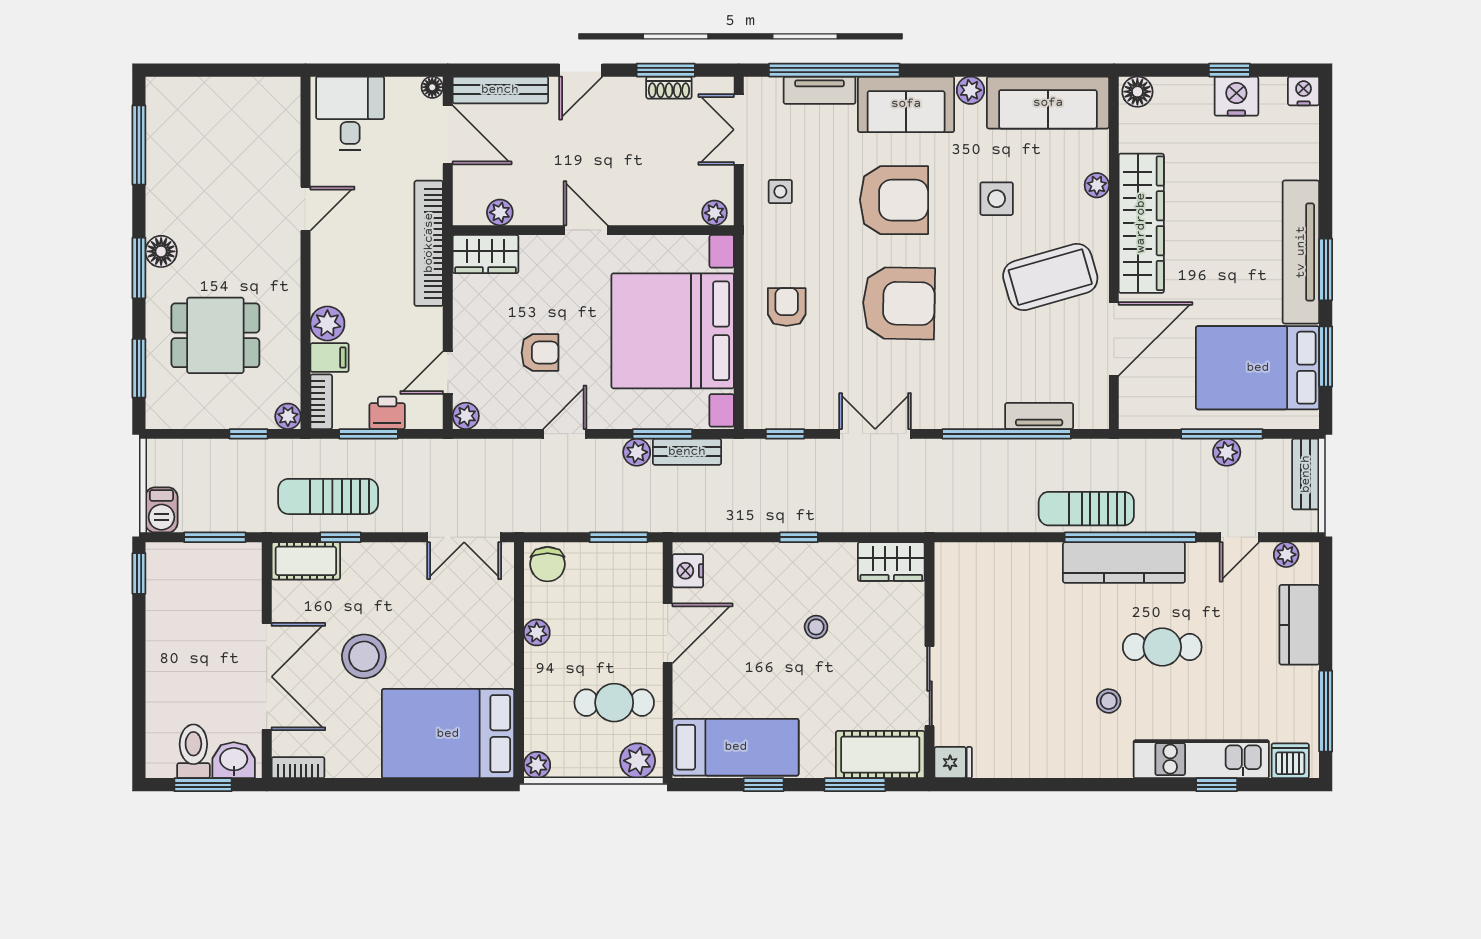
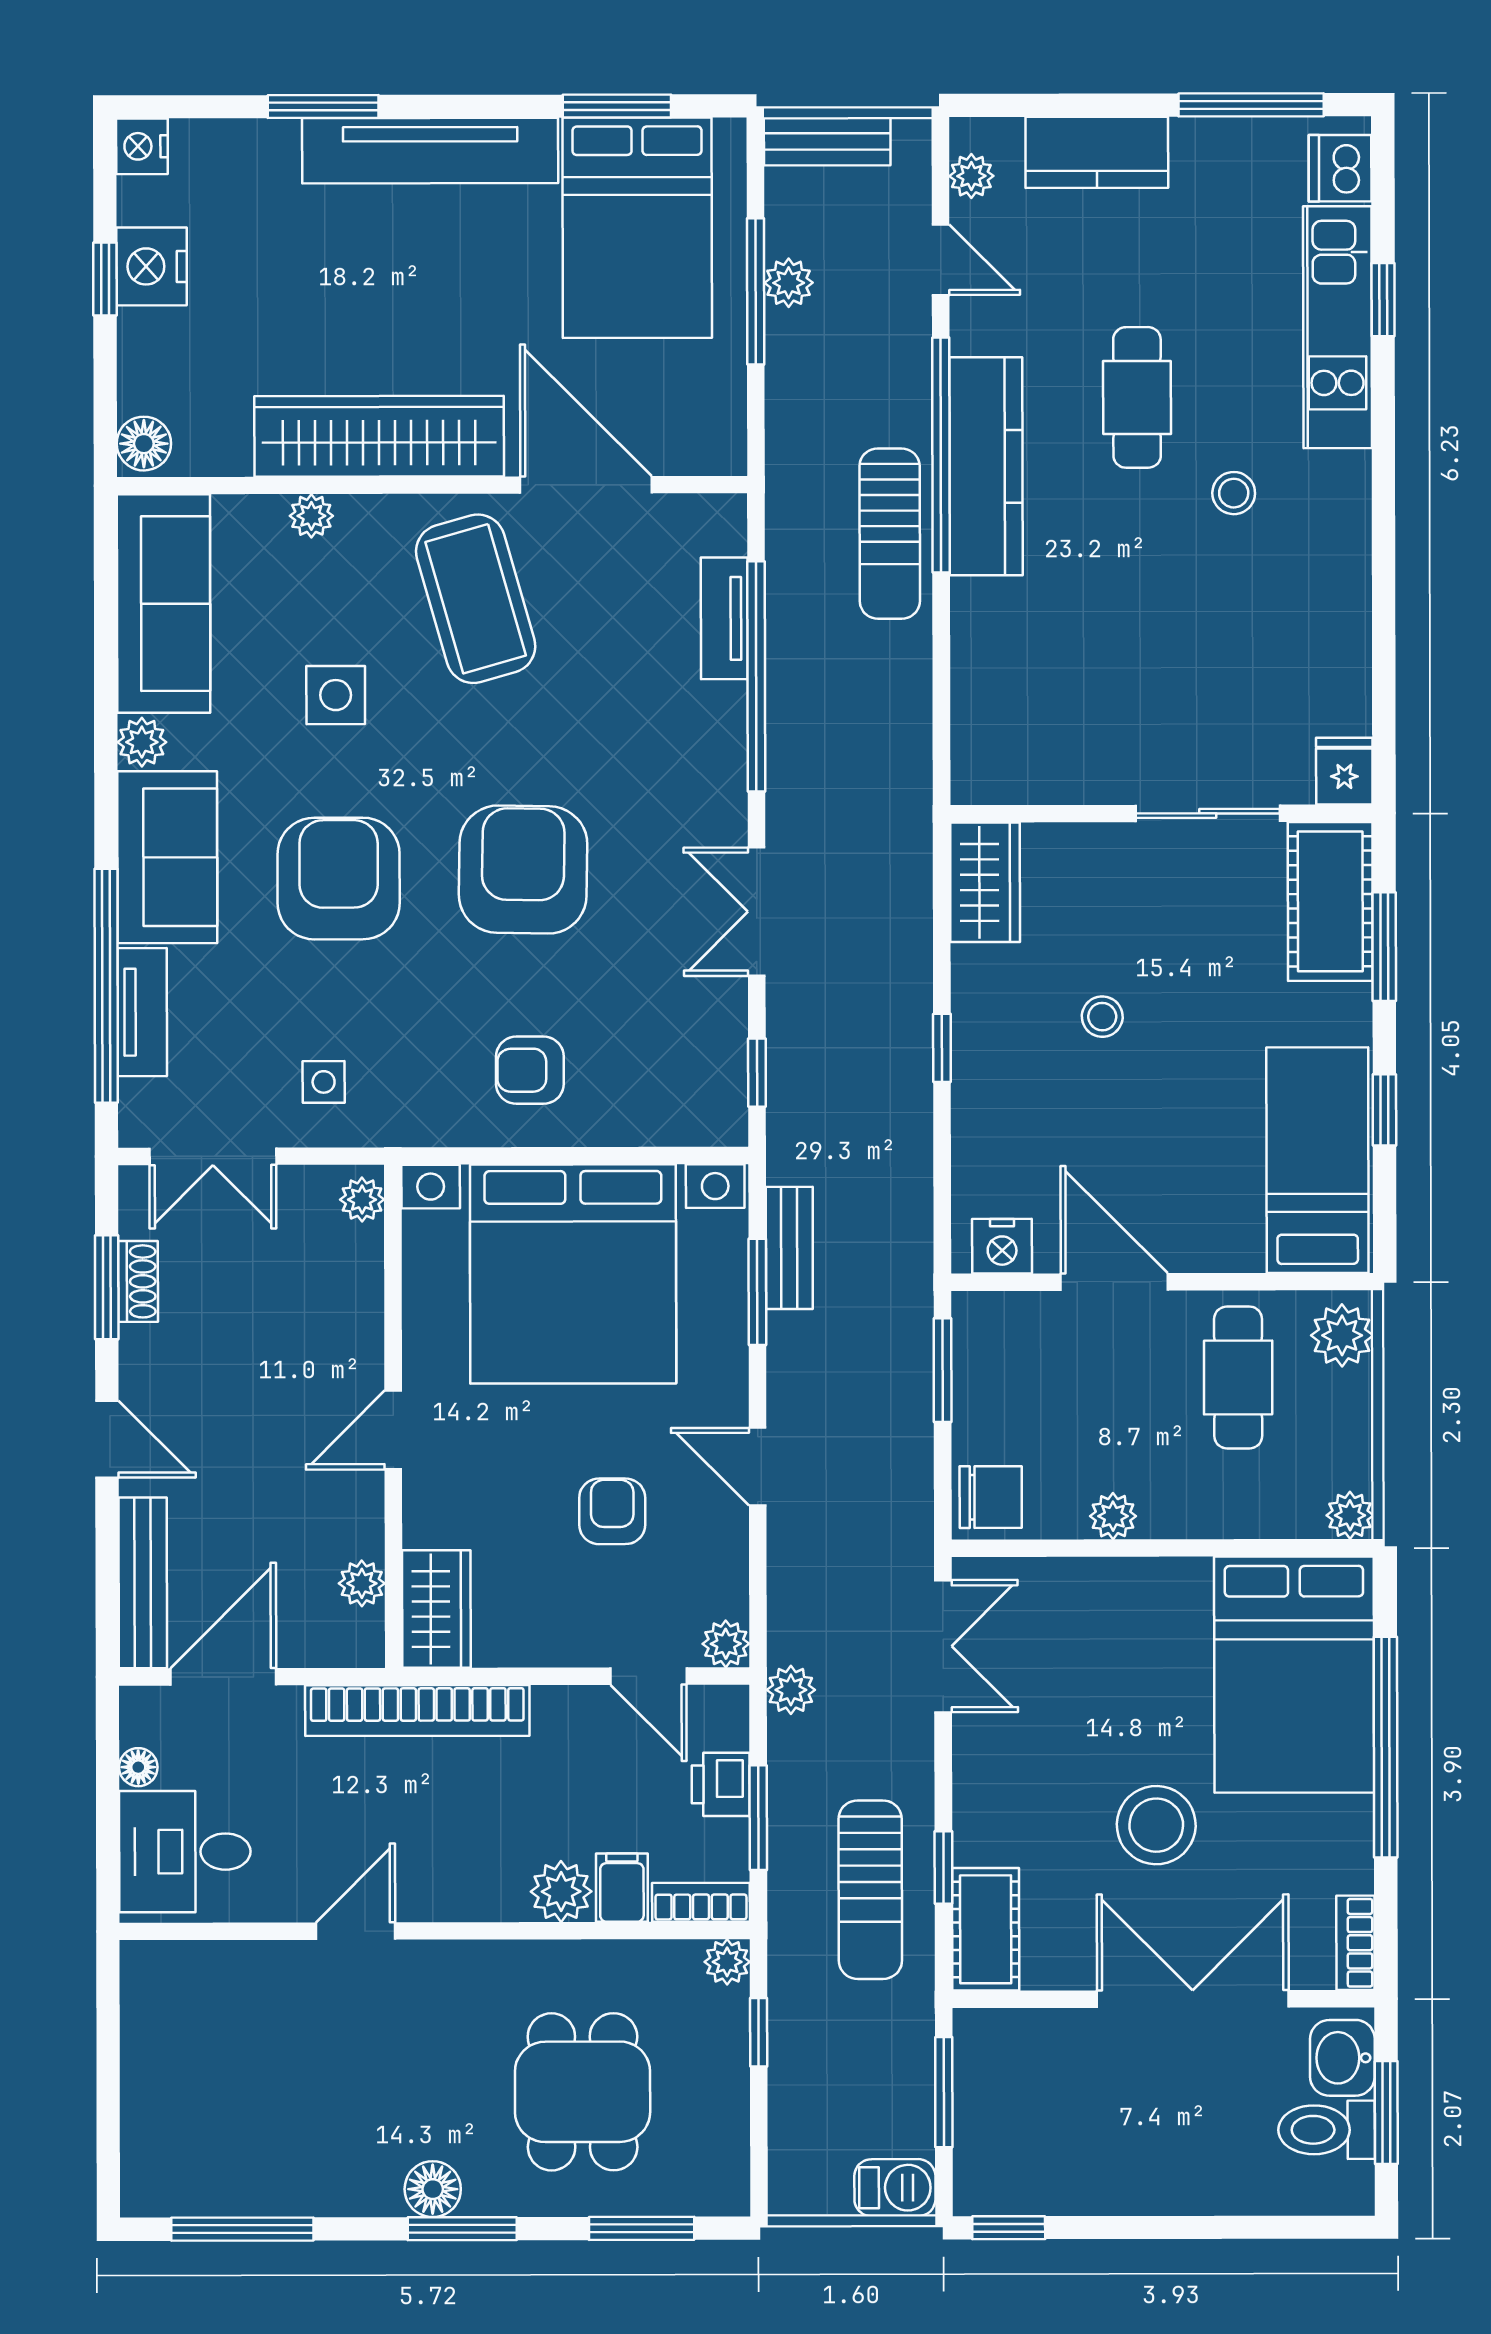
floor lamp: (432, 87) -> (138, 1767), moved
door: (305, 209) -> (356, 1931), hinge flipped
window: (1326, 269) -> (323, 107), moved
plant: (637, 452) -> (791, 1690), moved
window: (407, 785) -> (1386, 1747), added

